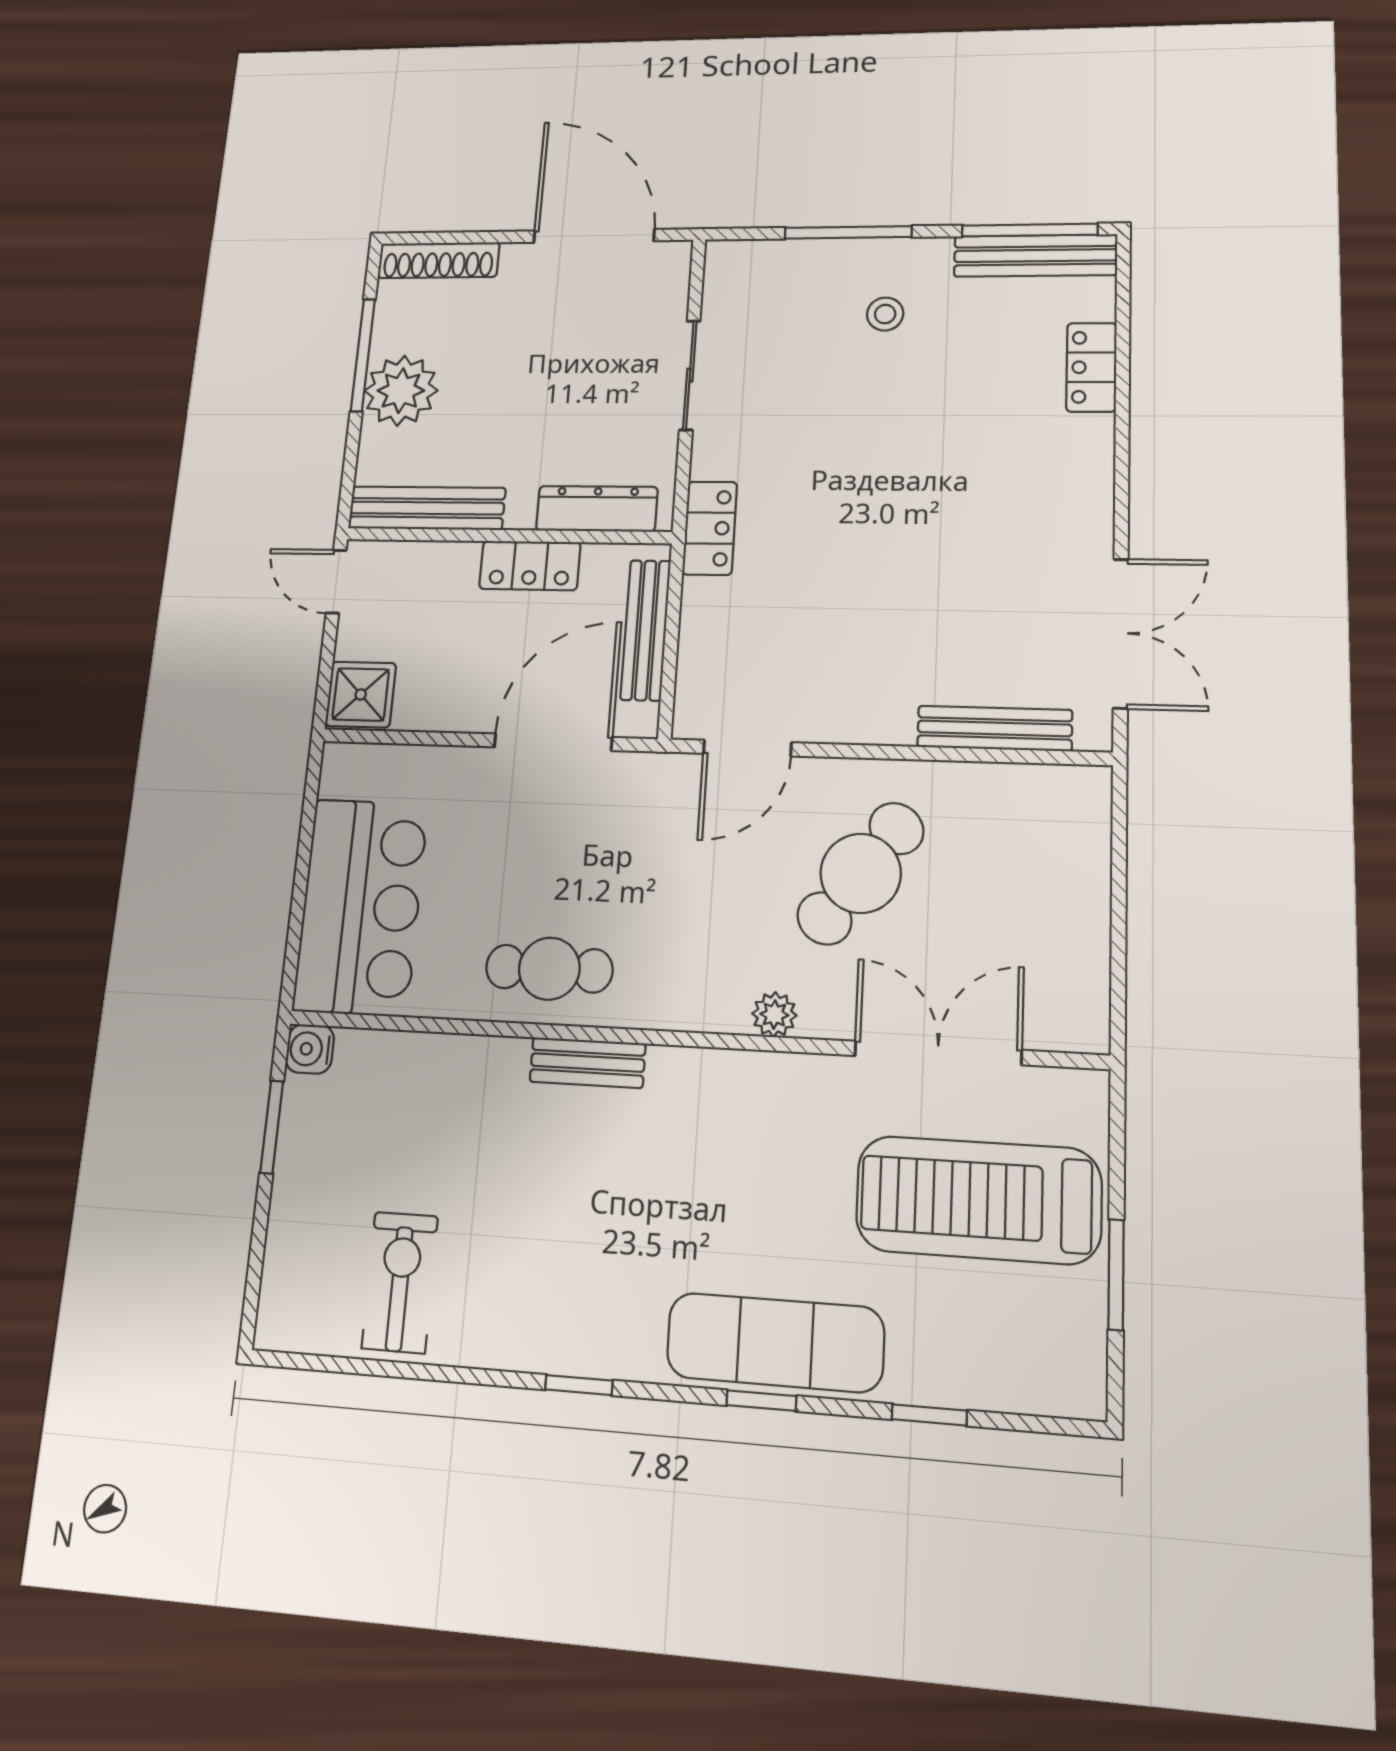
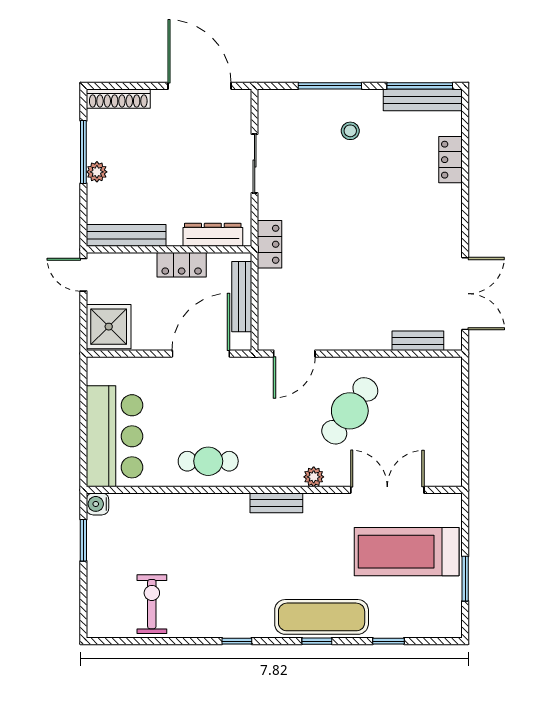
plant: (401, 391) -> (97, 172), width x0.53, depth x0.53
shower: (361, 694) -> (109, 327), width x1.36, depth x1.36
bench: (995, 728) -> (418, 341), width x0.73
bench: (588, 1063) -> (276, 503), moved

